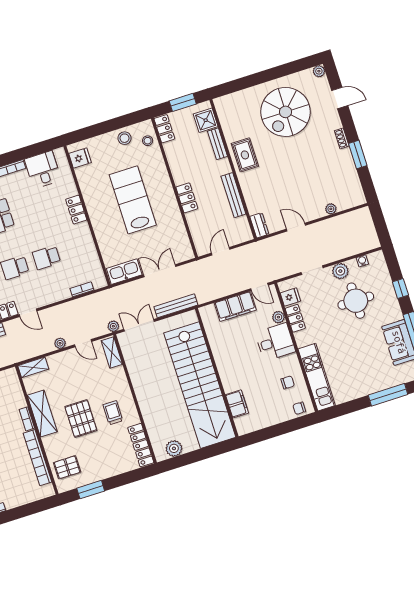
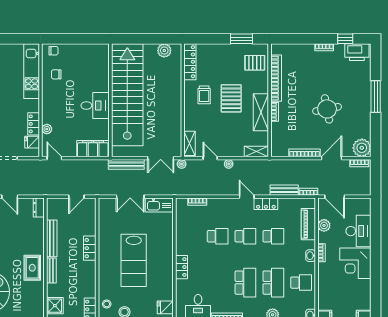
bench: (217, 144) -> (51, 270), moved
filing cabinet: (235, 306) -> (93, 149), moved
desk: (275, 342) -> (95, 106), moved, turned 180
filing cabinet: (237, 404) -> (102, 70), removed

